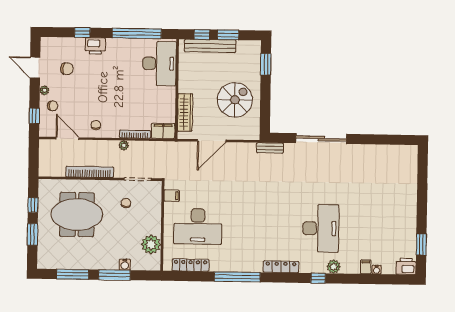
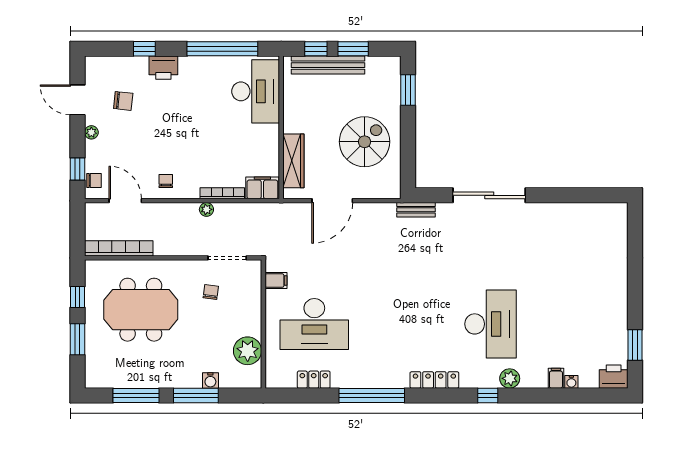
chair: (53, 106) -> (94, 180), moved
bookcase: (90, 172) -> (119, 248), moved
locker: (191, 265) -> (314, 380), width x0.66

